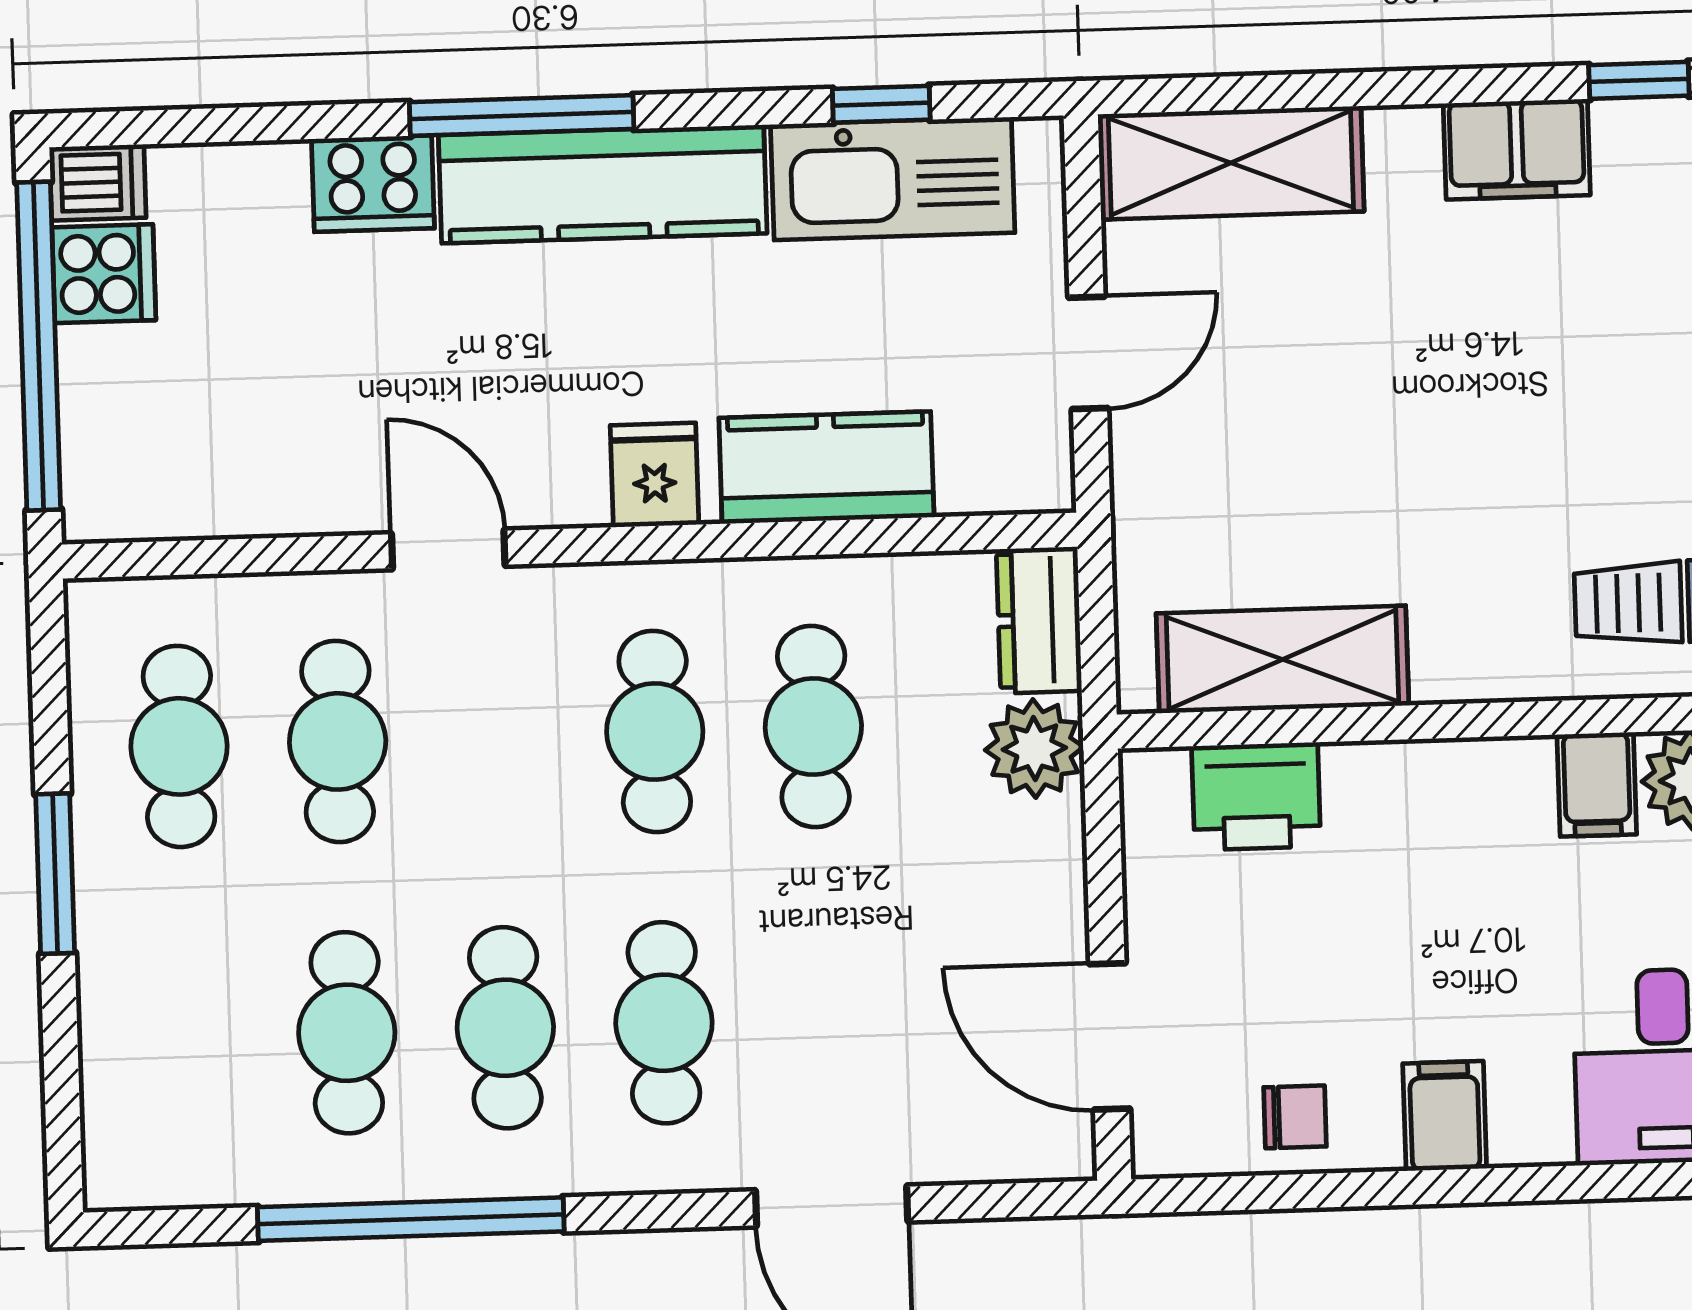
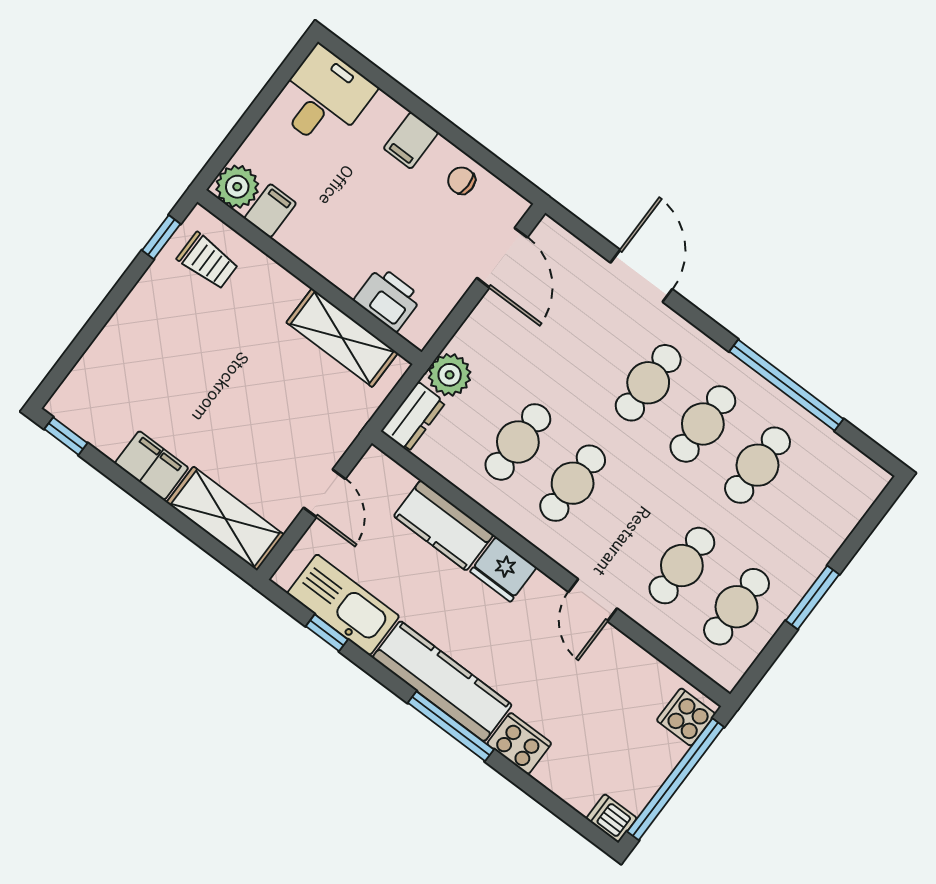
filing cabinet: (1517, 149) -> (152, 466), moved
cooker: (104, 274) -> (686, 717), moved
door: (1088, 353) -> (325, 493), swing flipped
fridge: (655, 475) -> (503, 569), width x1.38

